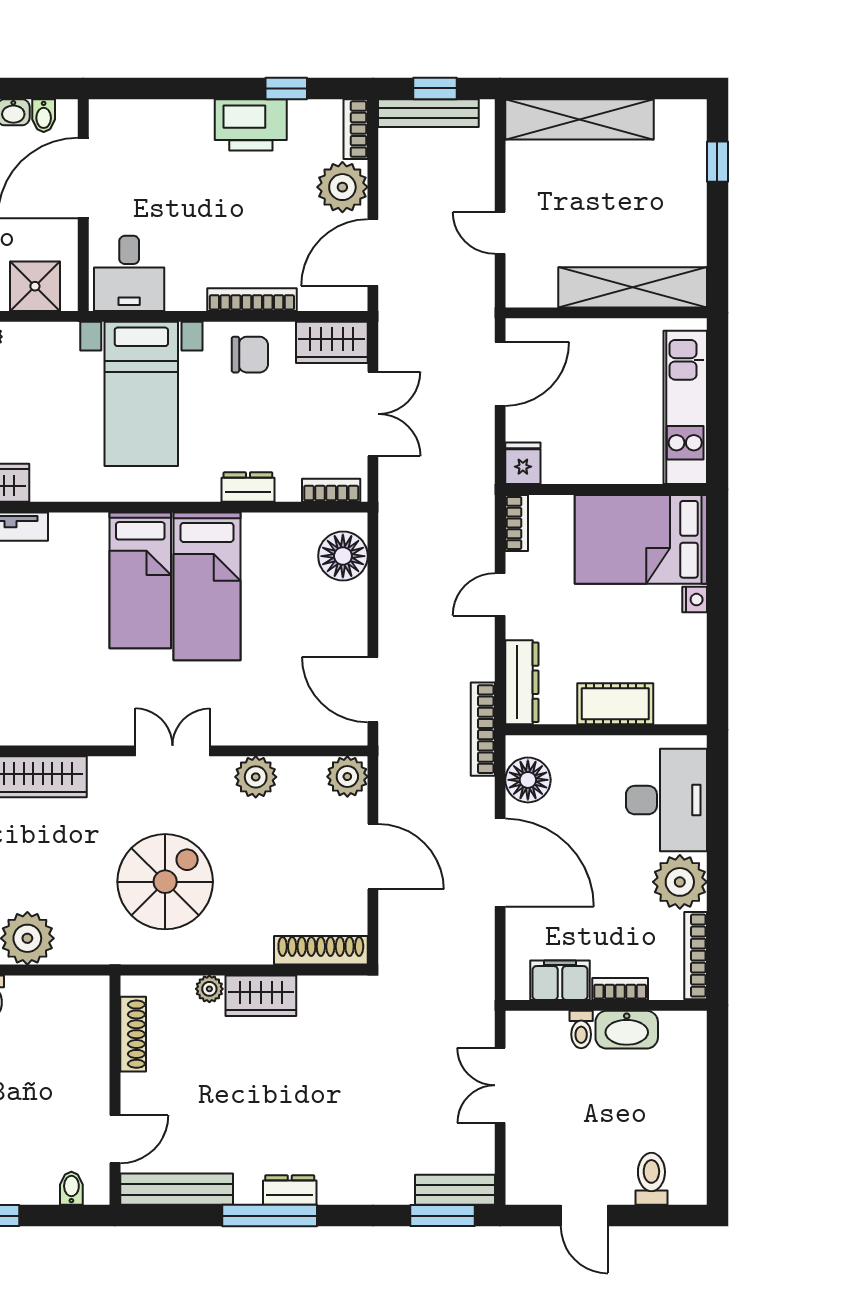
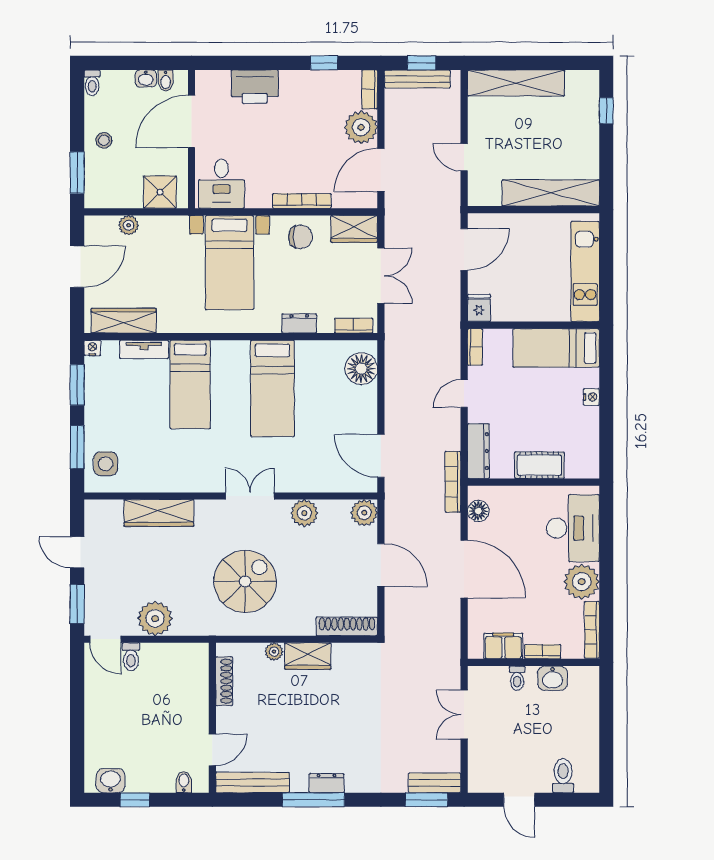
printer: (251, 125) -> (255, 87), moved
bed: (641, 539) -> (556, 348), width x0.67
bed: (140, 580) -> (190, 385), moved
floor lamp: (528, 780) -> (478, 511), width x0.73, depth x0.73
washbasin: (627, 1030) -> (553, 678), width x0.72

